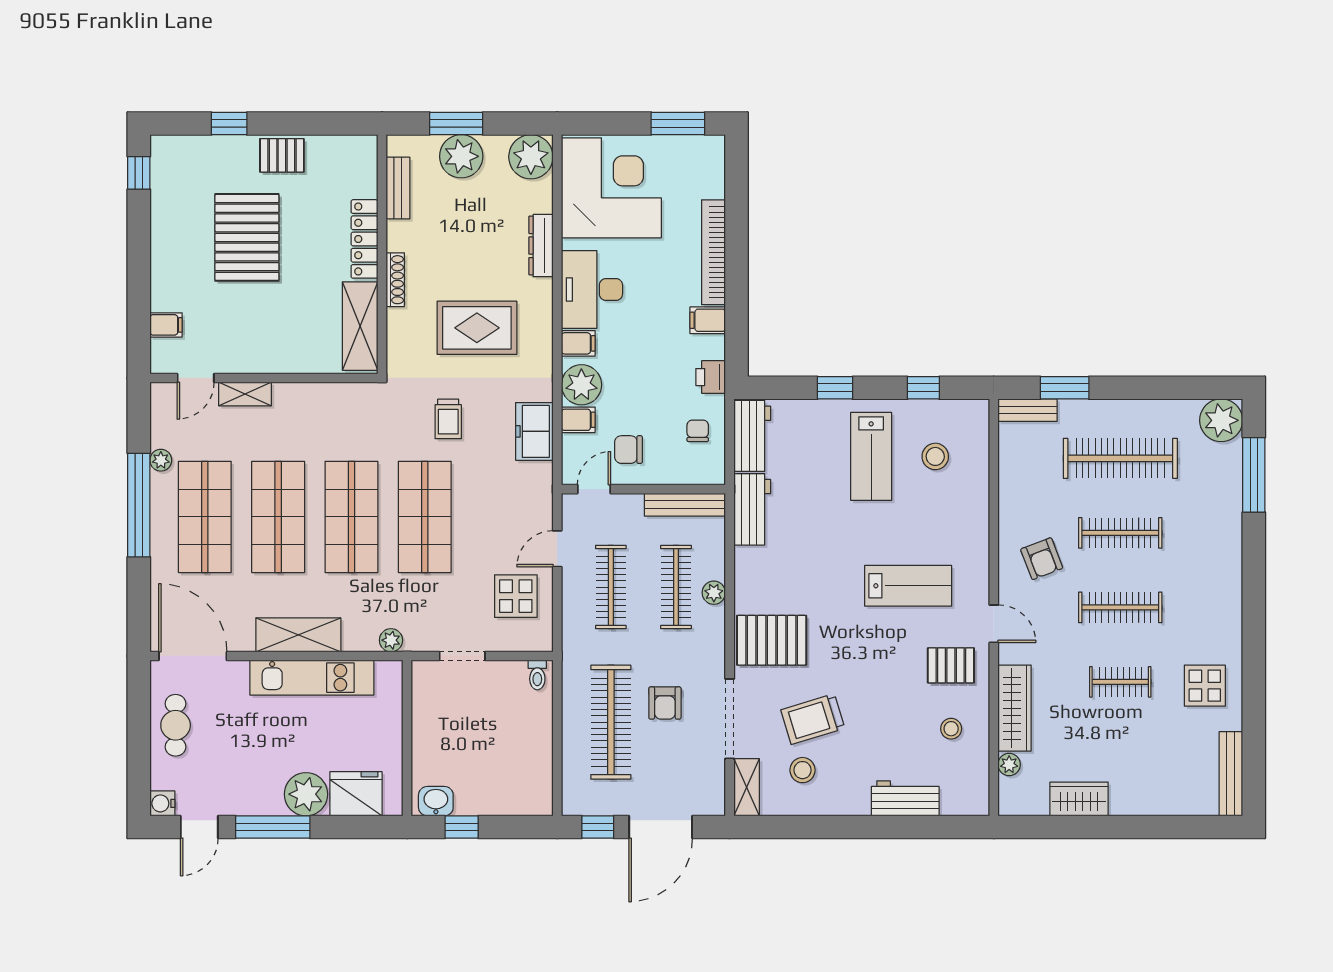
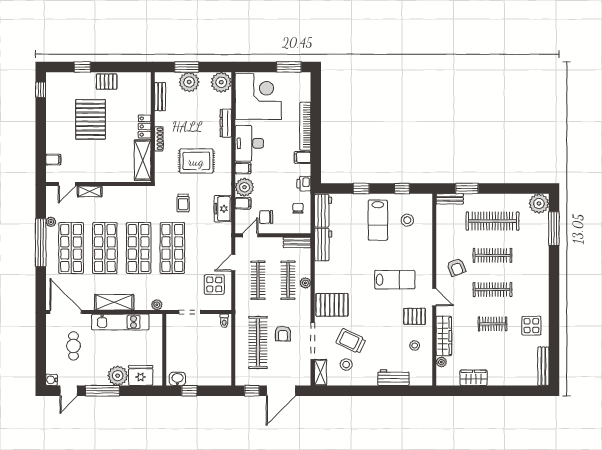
locker: (364, 239) -> (145, 127), width x0.66
bench: (685, 505) -> (297, 242), width x0.73
trolley: (813, 719) -> (351, 341), turned 43
cafe table: (176, 725) -> (73, 346), moved

